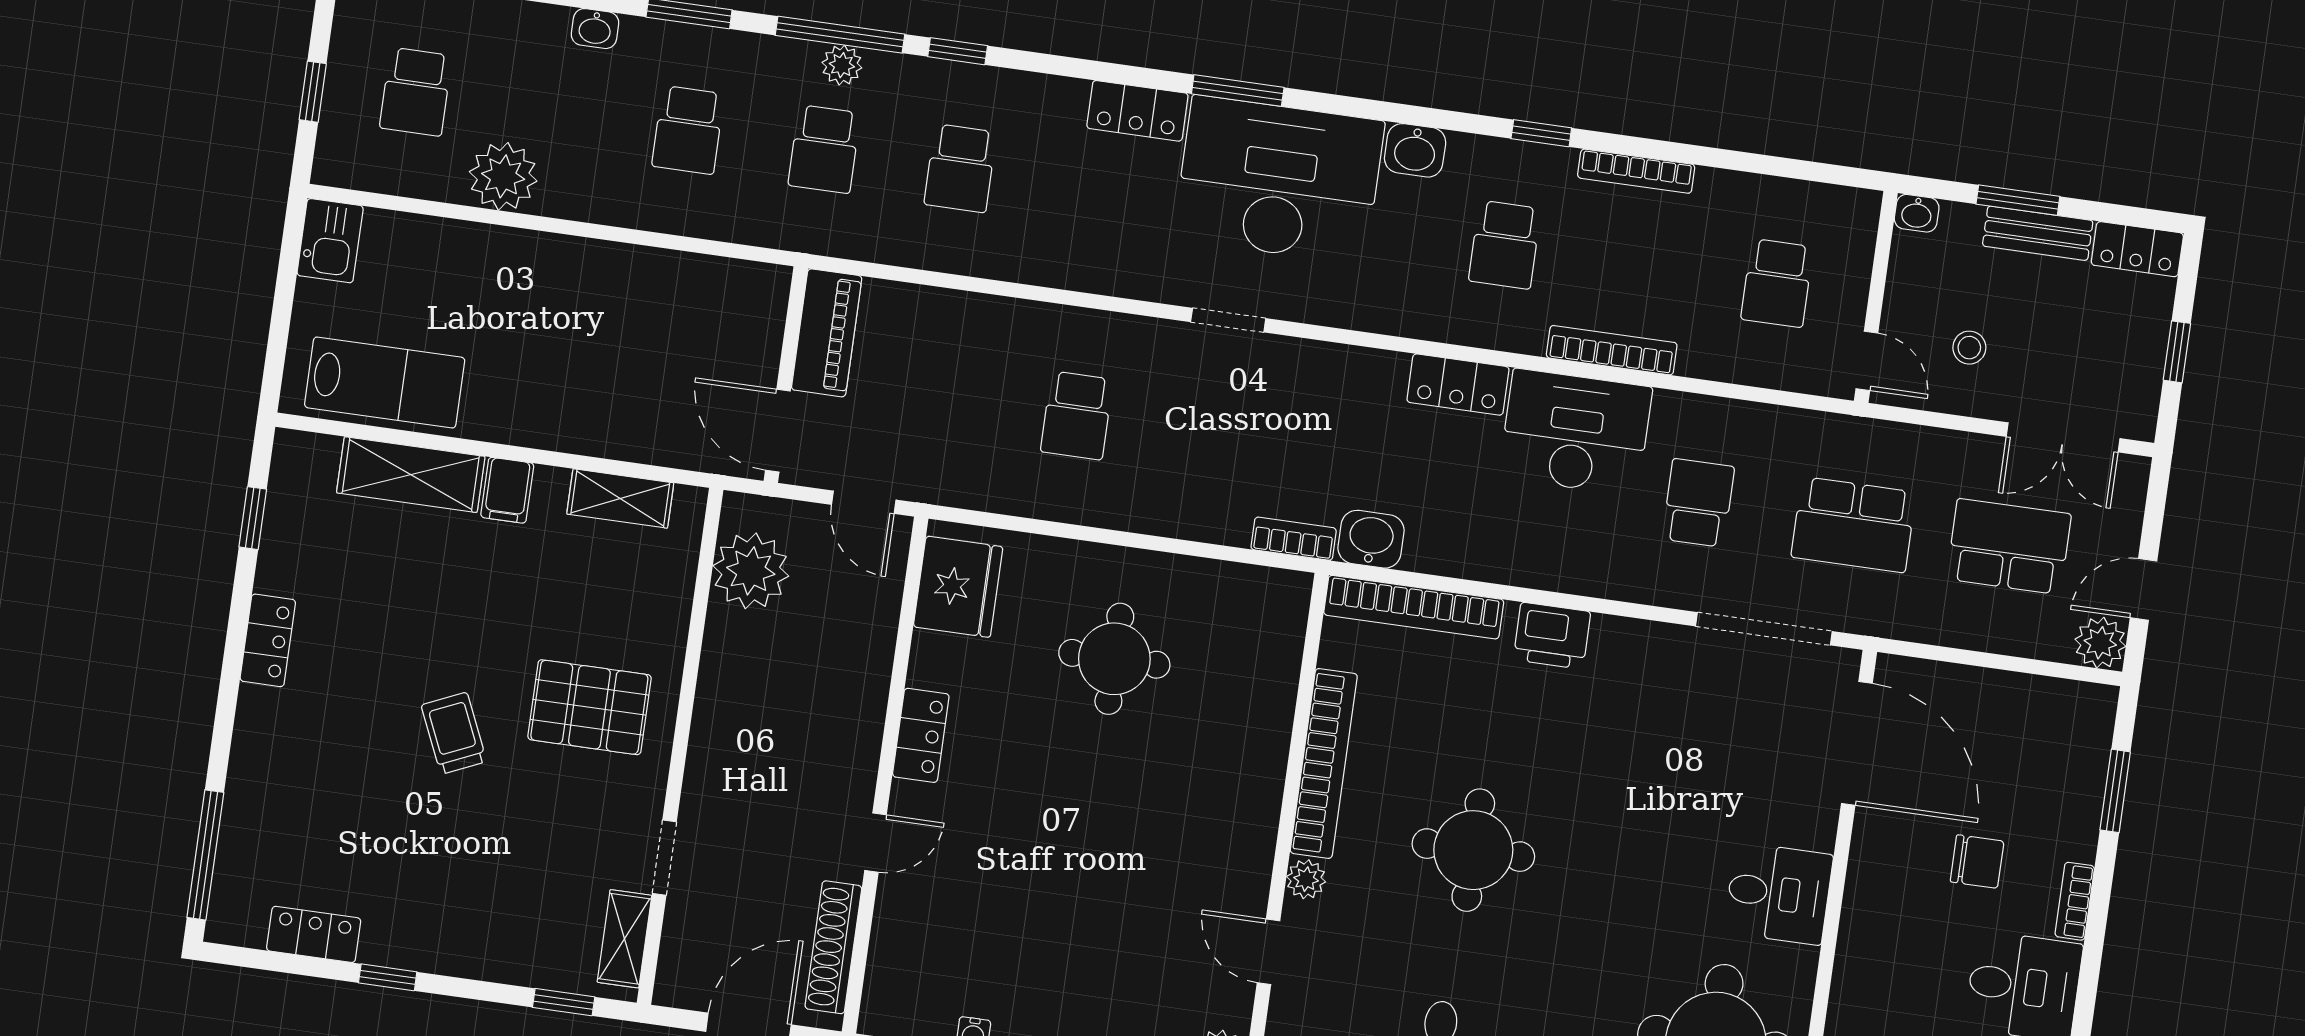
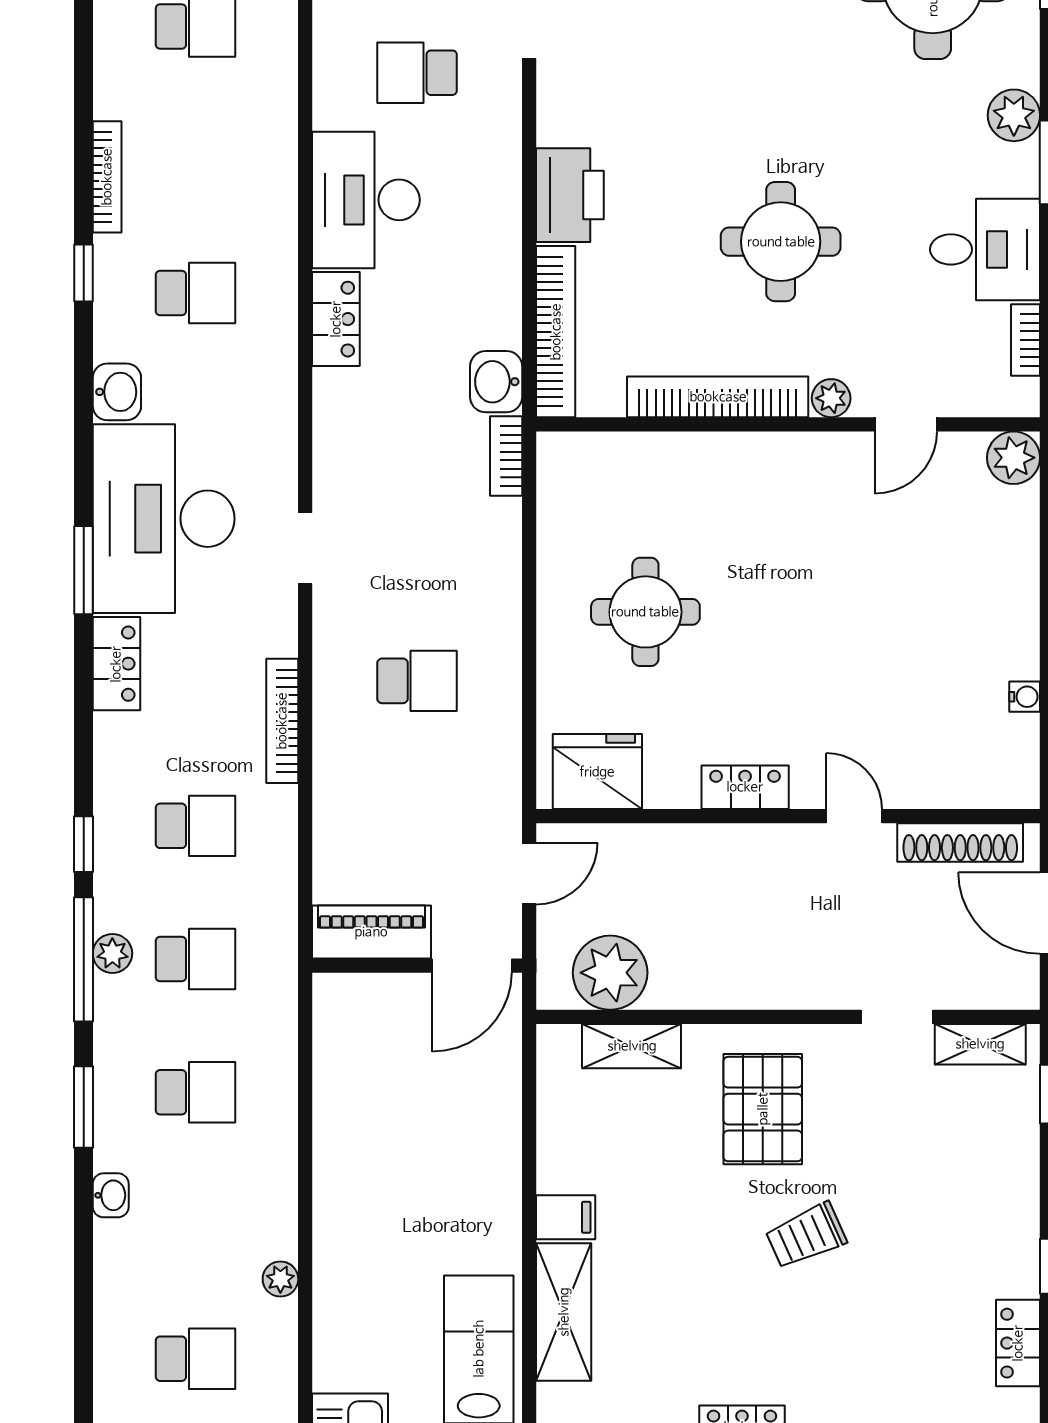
plant: (503, 176) -> (280, 1279), width x0.53, depth x0.53
bookcase: (1612, 350) -> (282, 721), moved
shelving: (620, 498) -> (632, 1046), moved, turned 90
printer: (1552, 636) -> (570, 195), width x1.37, depth x1.19

